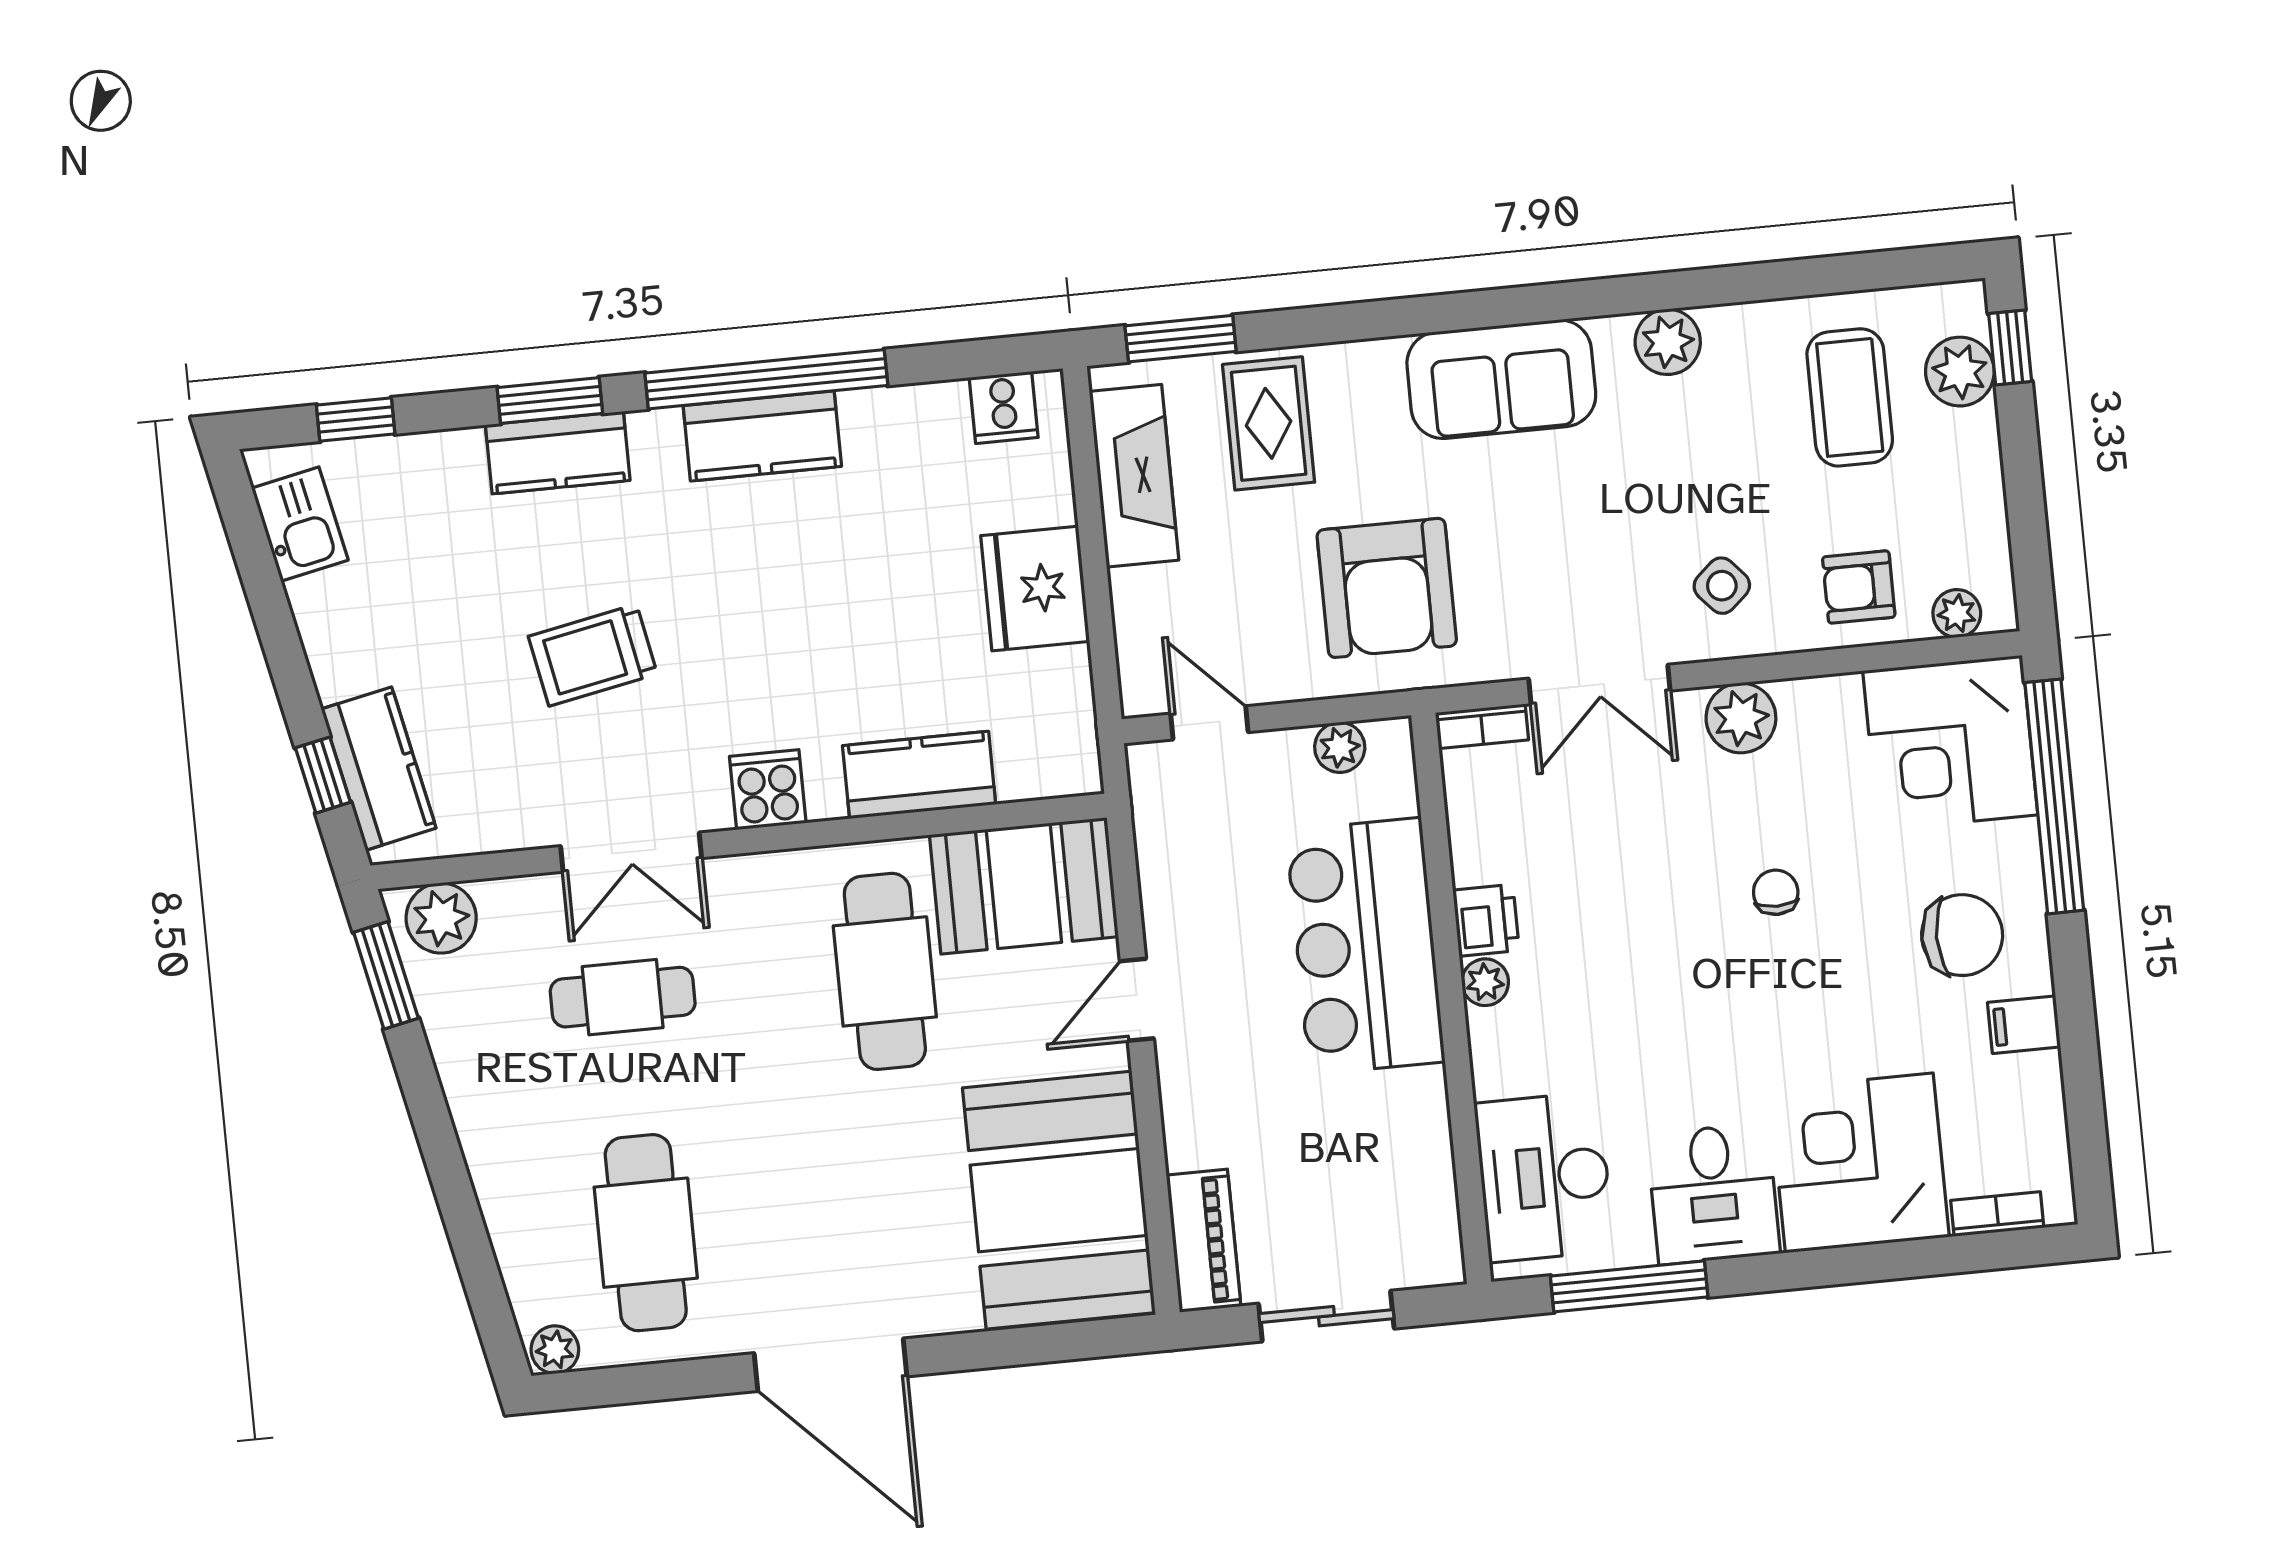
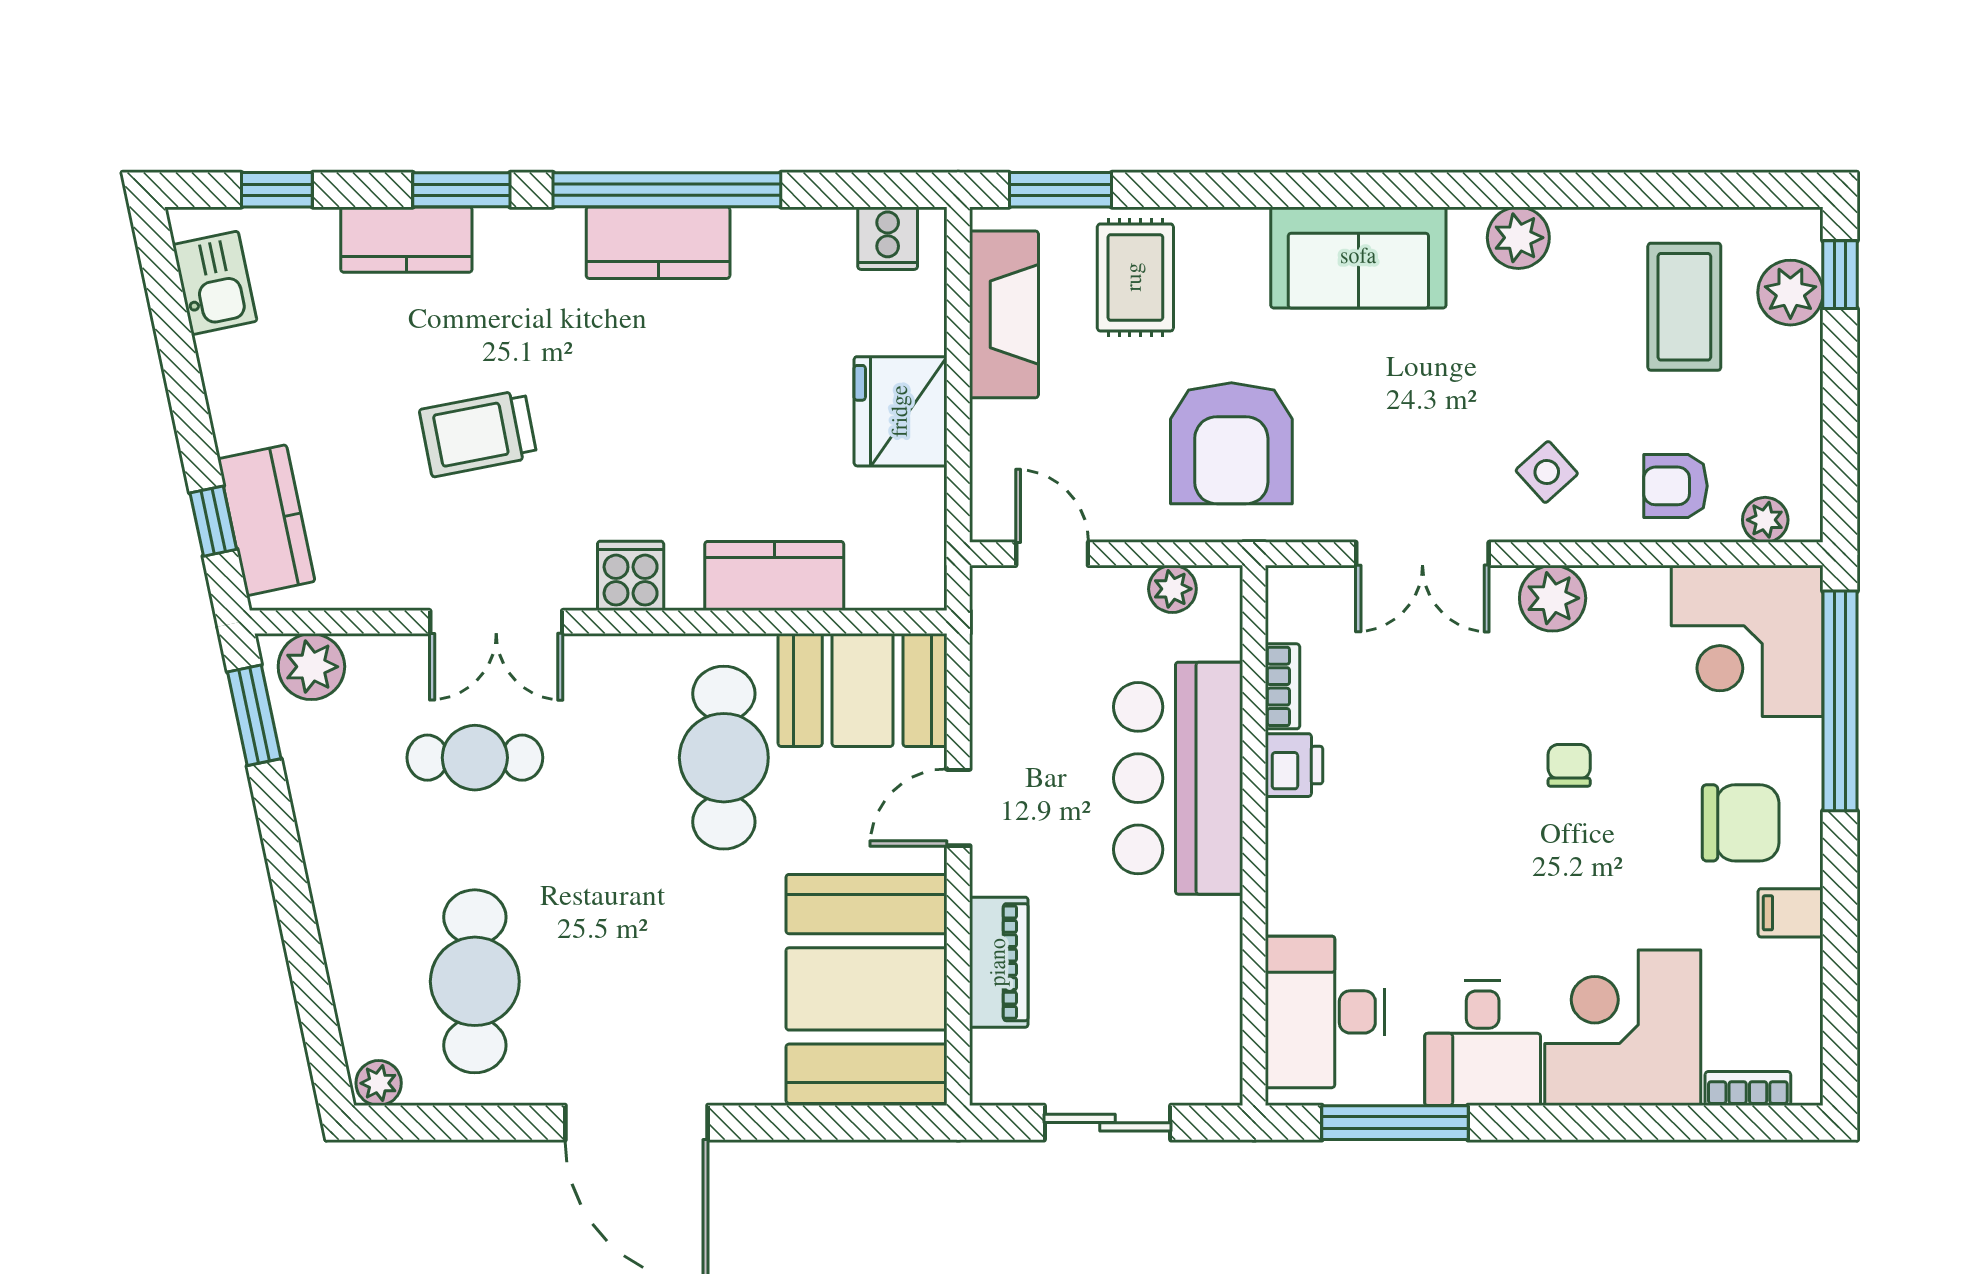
kitchen counter: (558, 453) -> (406, 240), moved
bookcase: (1482, 726) -> (1282, 686), moved, turned -90
plant: (1485, 982) -> (1288, 823), removed
piano: (1204, 1241) -> (999, 962), moved

